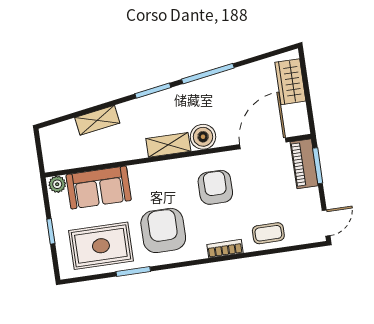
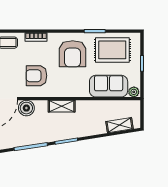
shelving: (97, 120) -> (119, 125), moved
boiler: (203, 137) -> (26, 108), moved
armchair: (215, 187) -> (36, 76), turned 90

